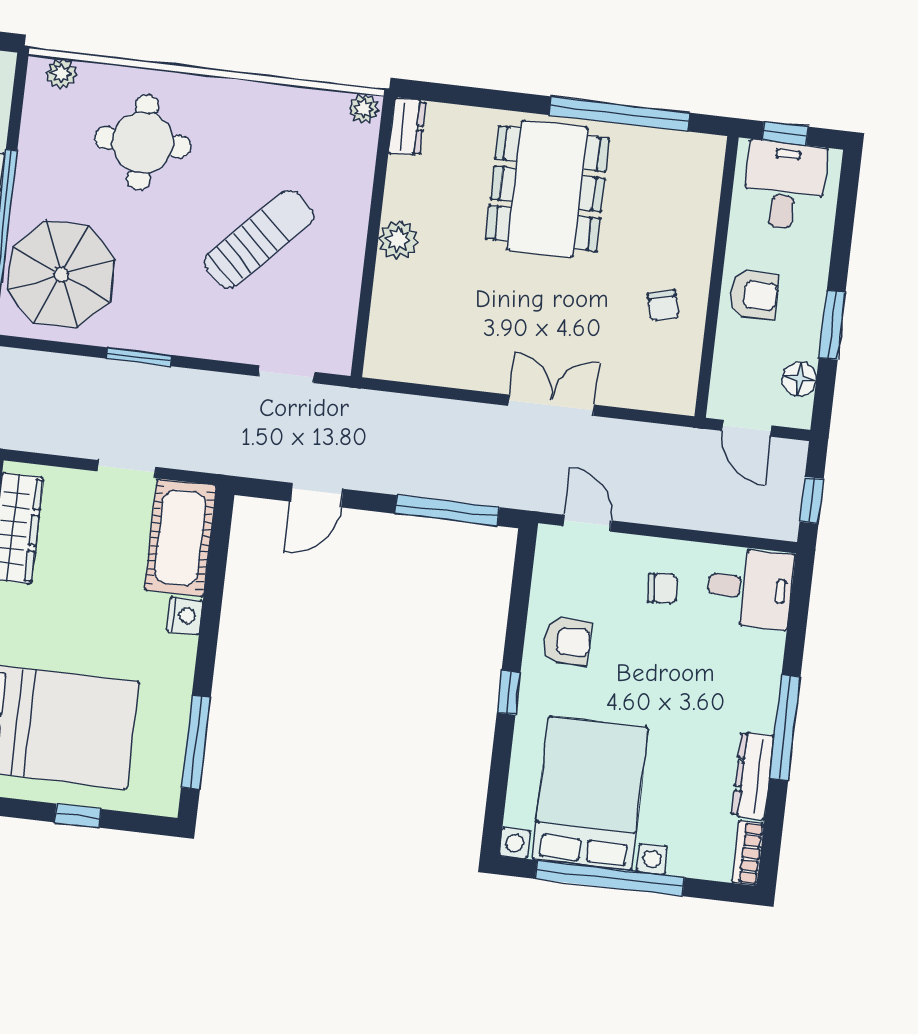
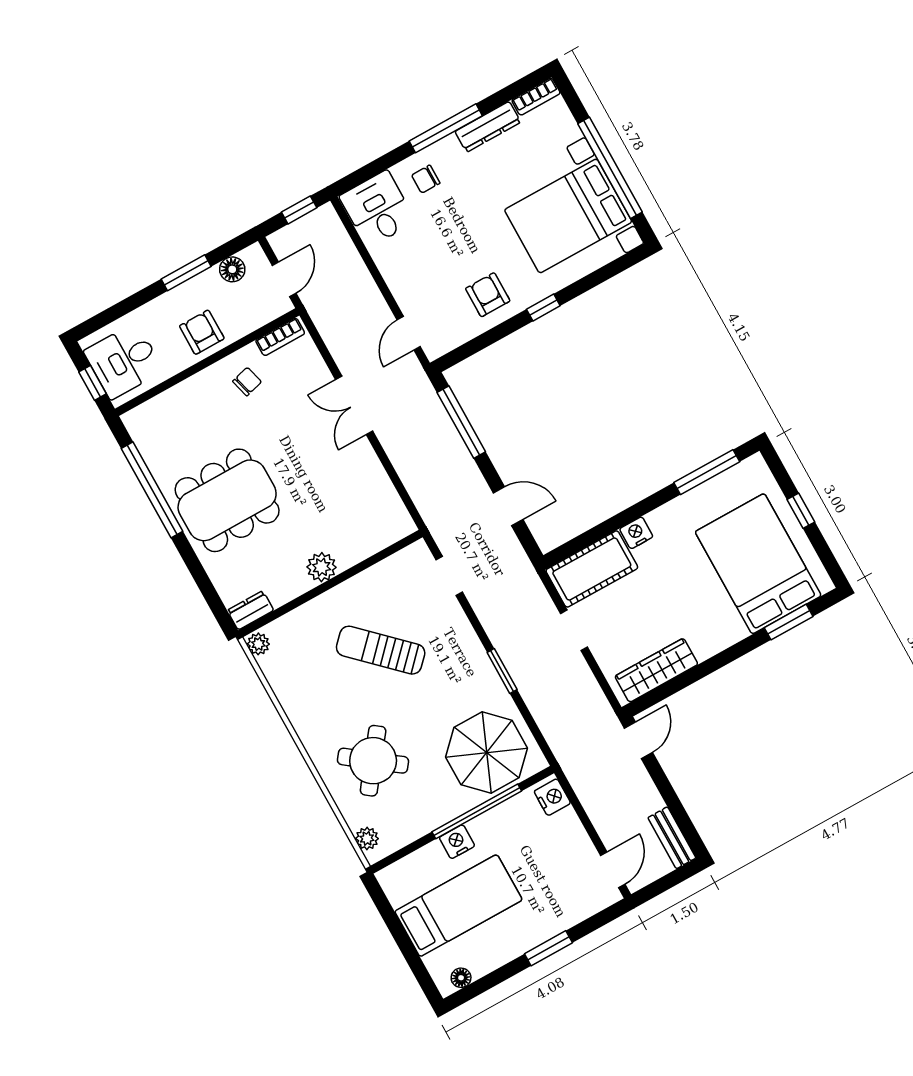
round table: (143, 142) -> (373, 761), turned 37
bookcase: (686, 378) -> (280, 337), added
chair: (662, 588) -> (426, 179), moved, turned -86

